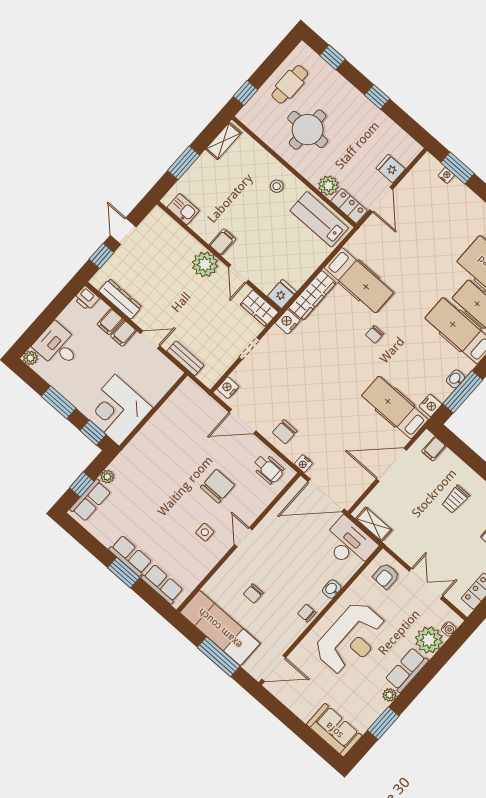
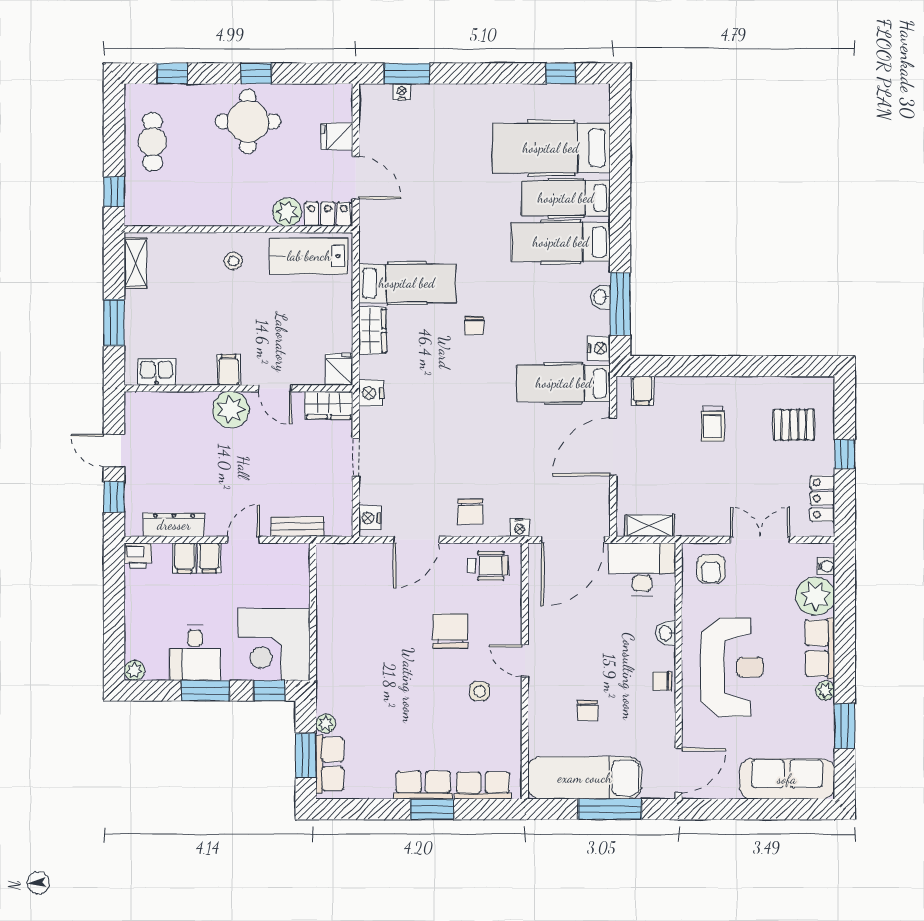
round table: (308, 130) -> (248, 121), moved
wardrobe: (312, 295) -> (372, 331), width x0.67
desk: (57, 346) -> (195, 653), moved, turned -90
window: (82, 484) -> (306, 755), width x1.50
sofa: (334, 730) -> (787, 779), width x1.36

